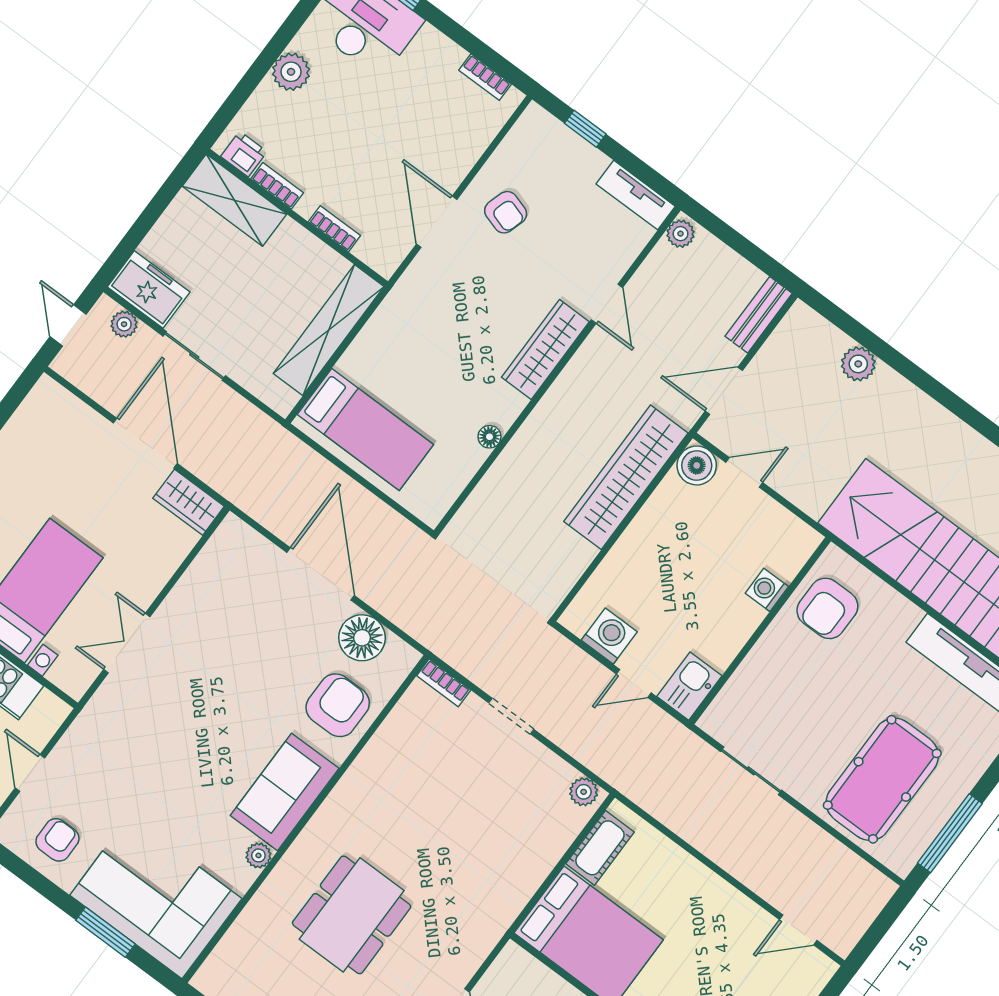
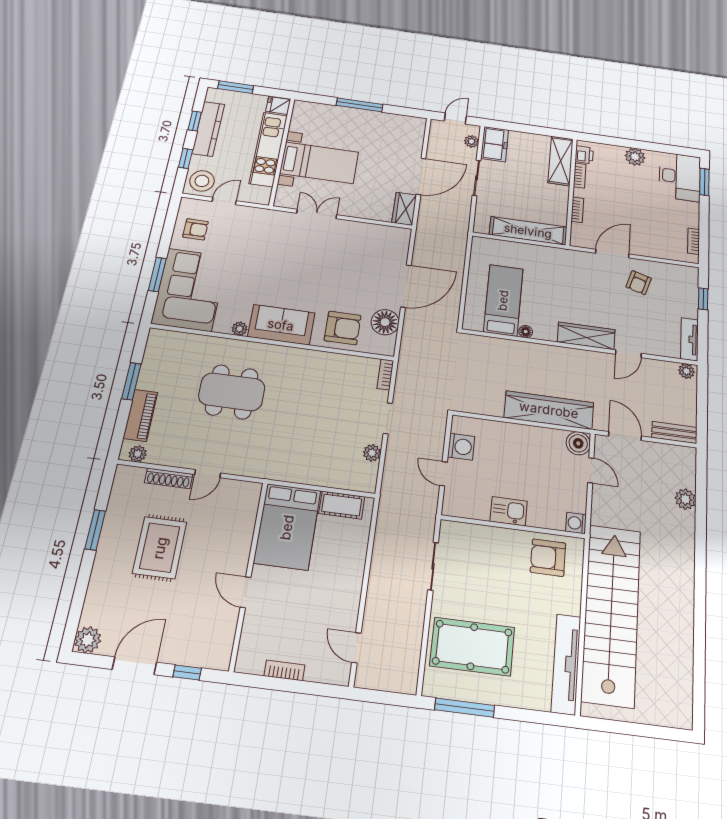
bed: (365, 429) -> (503, 300), moved, turned 180
washing machine: (767, 590) -> (576, 523), moved, turned -90
kitchen sink: (689, 686) -> (509, 511), moved
plant: (584, 792) -> (372, 453), moved

